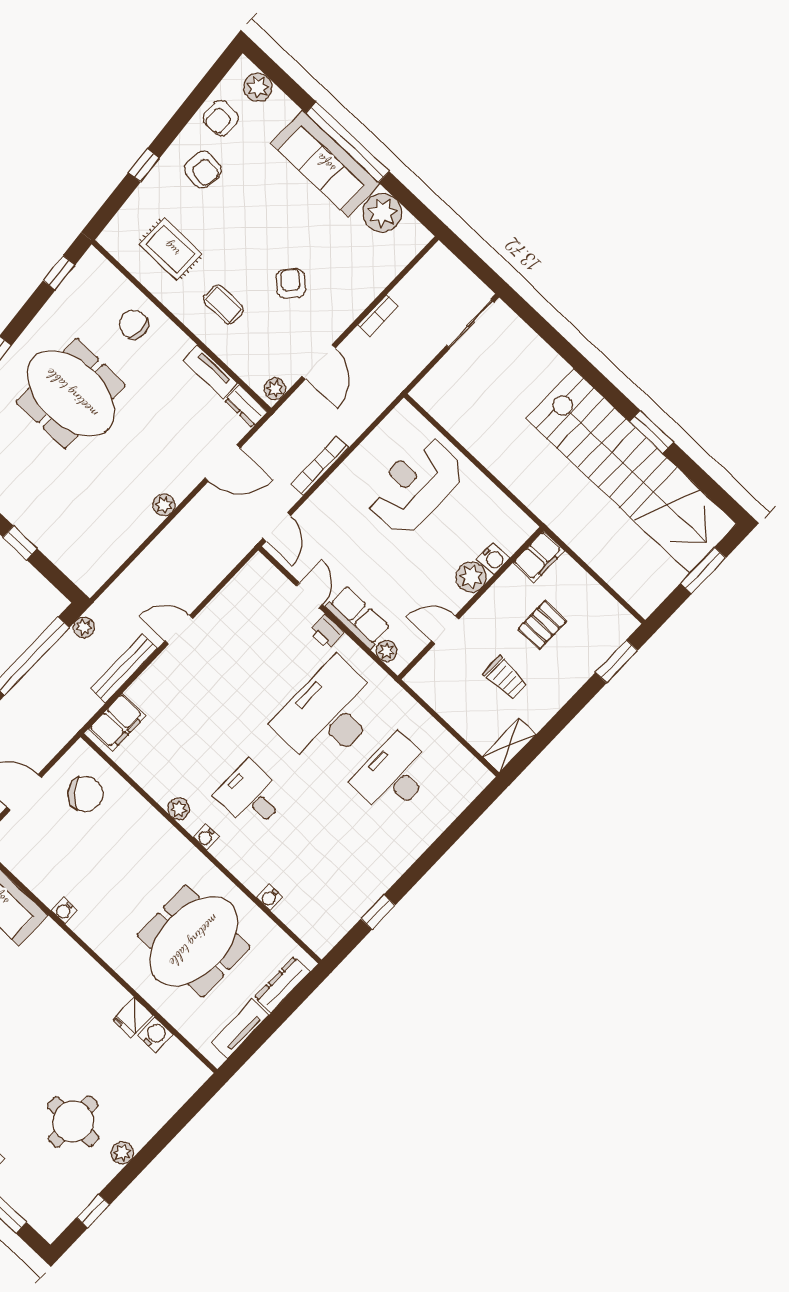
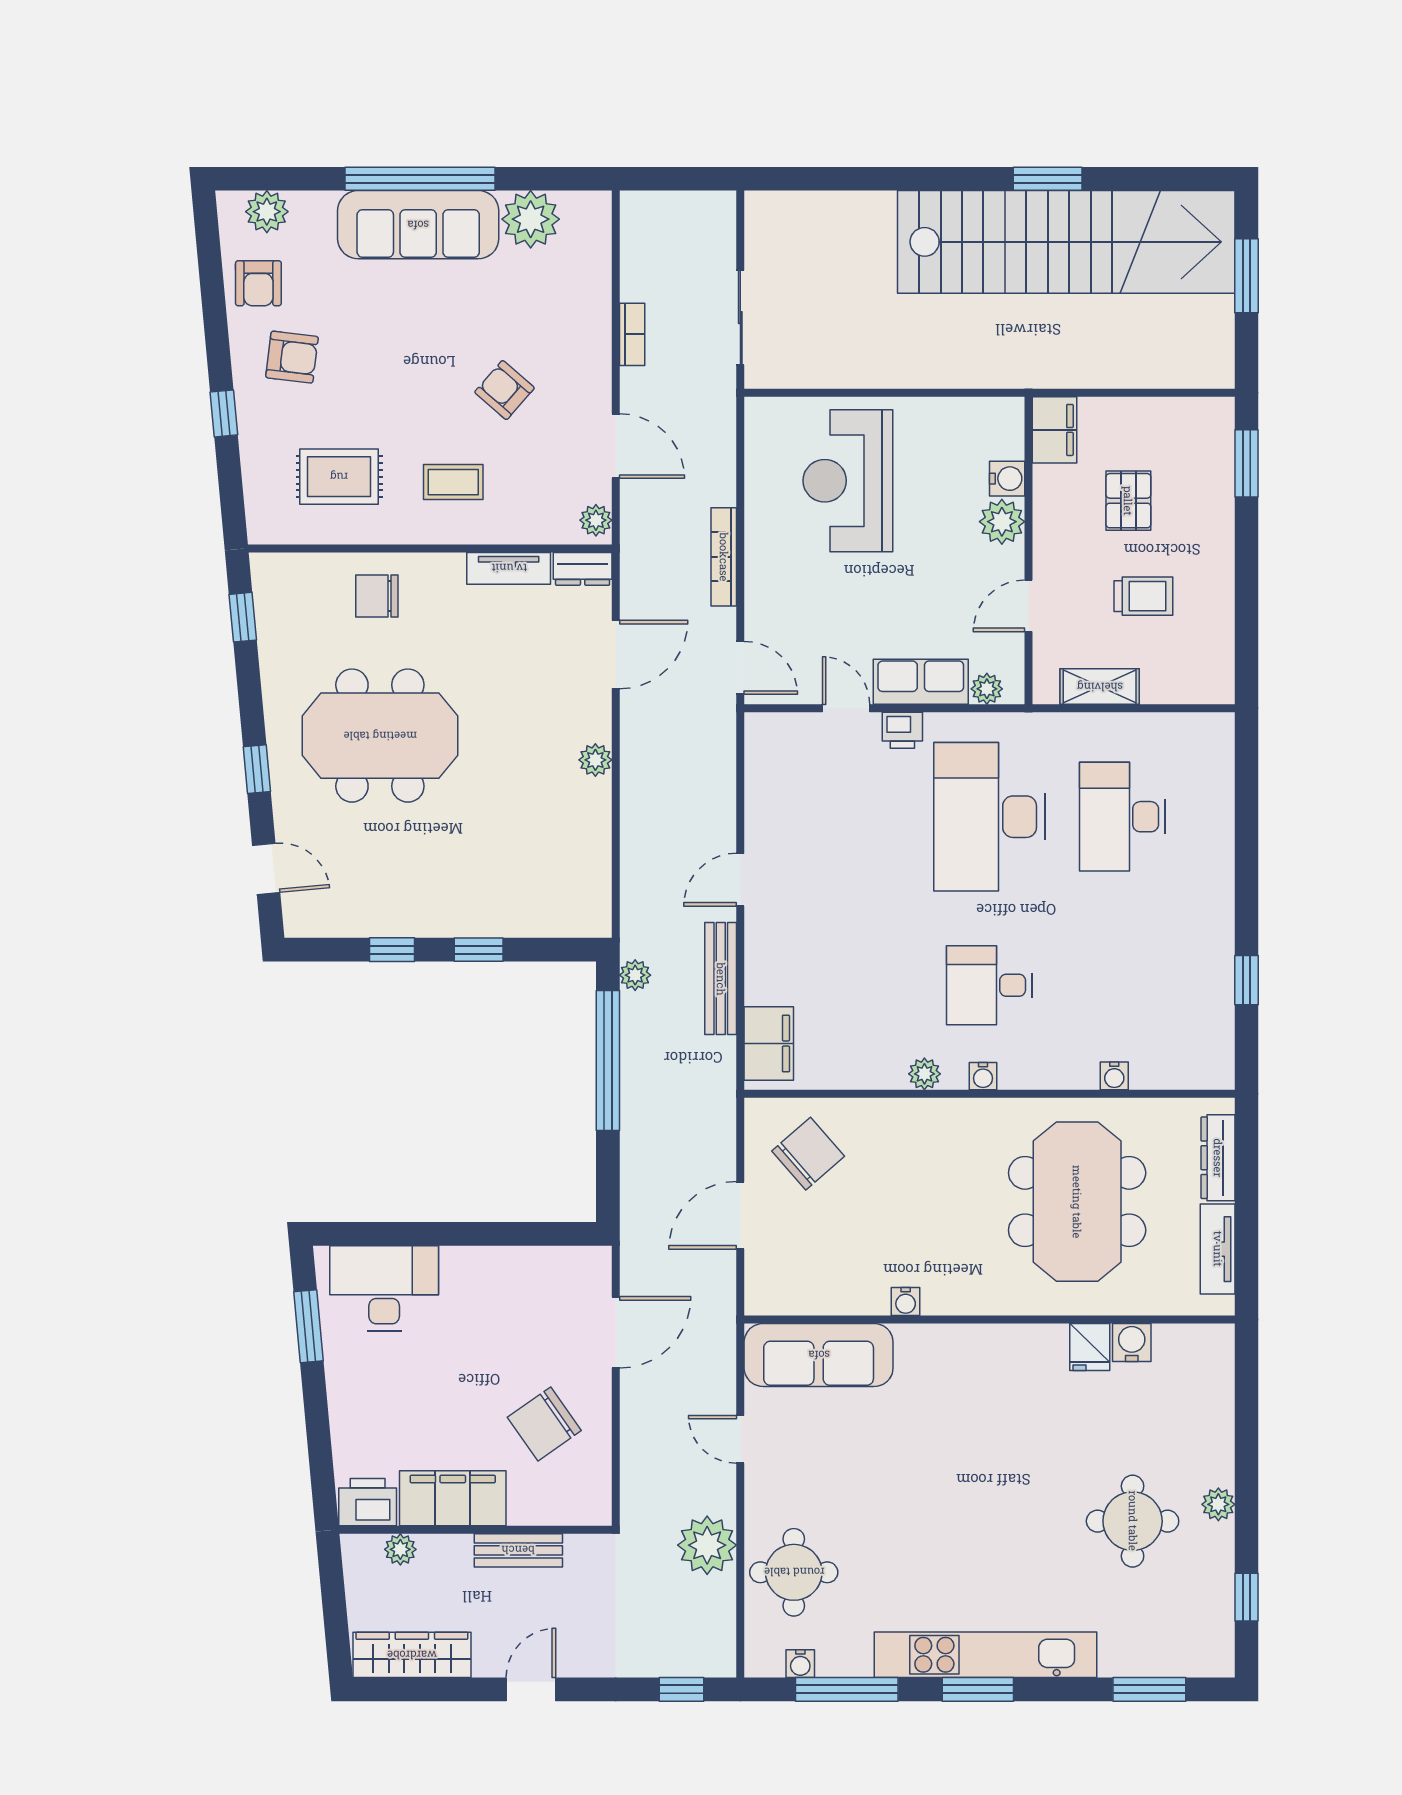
sliding door: (470, 324) -> (740, 318), moved
shelving: (509, 745) -> (1100, 687), moved, turned 90

